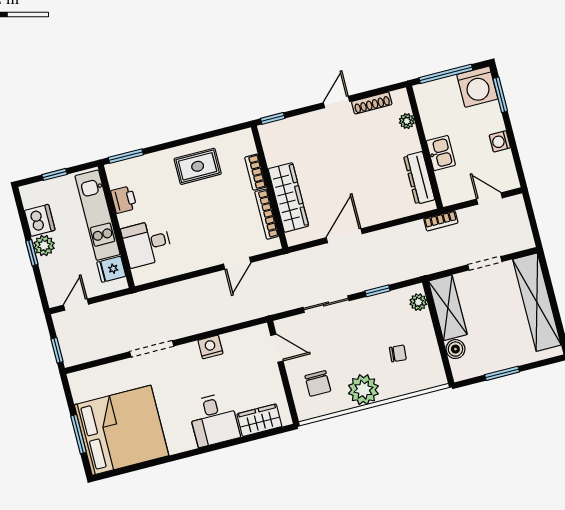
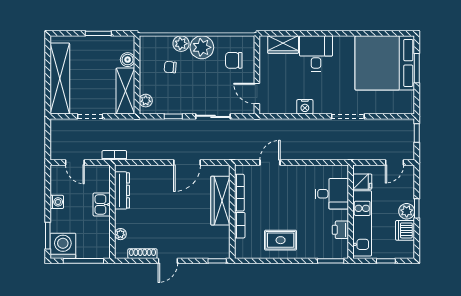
chair: (318, 383) -> (234, 60), turned -90
plant: (392, 387) -> (181, 44), added

